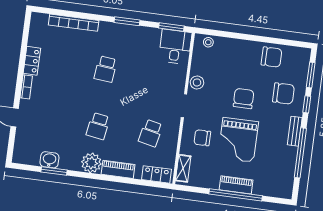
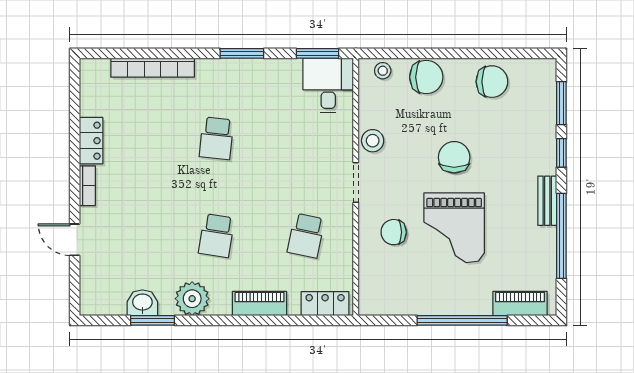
chair: (283, 94) -> (426, 77), moved
plant: (91, 163) -> (192, 299), moved
shelving: (183, 168) -> (368, 288), removed
piano: (236, 185) -> (520, 304), moved

